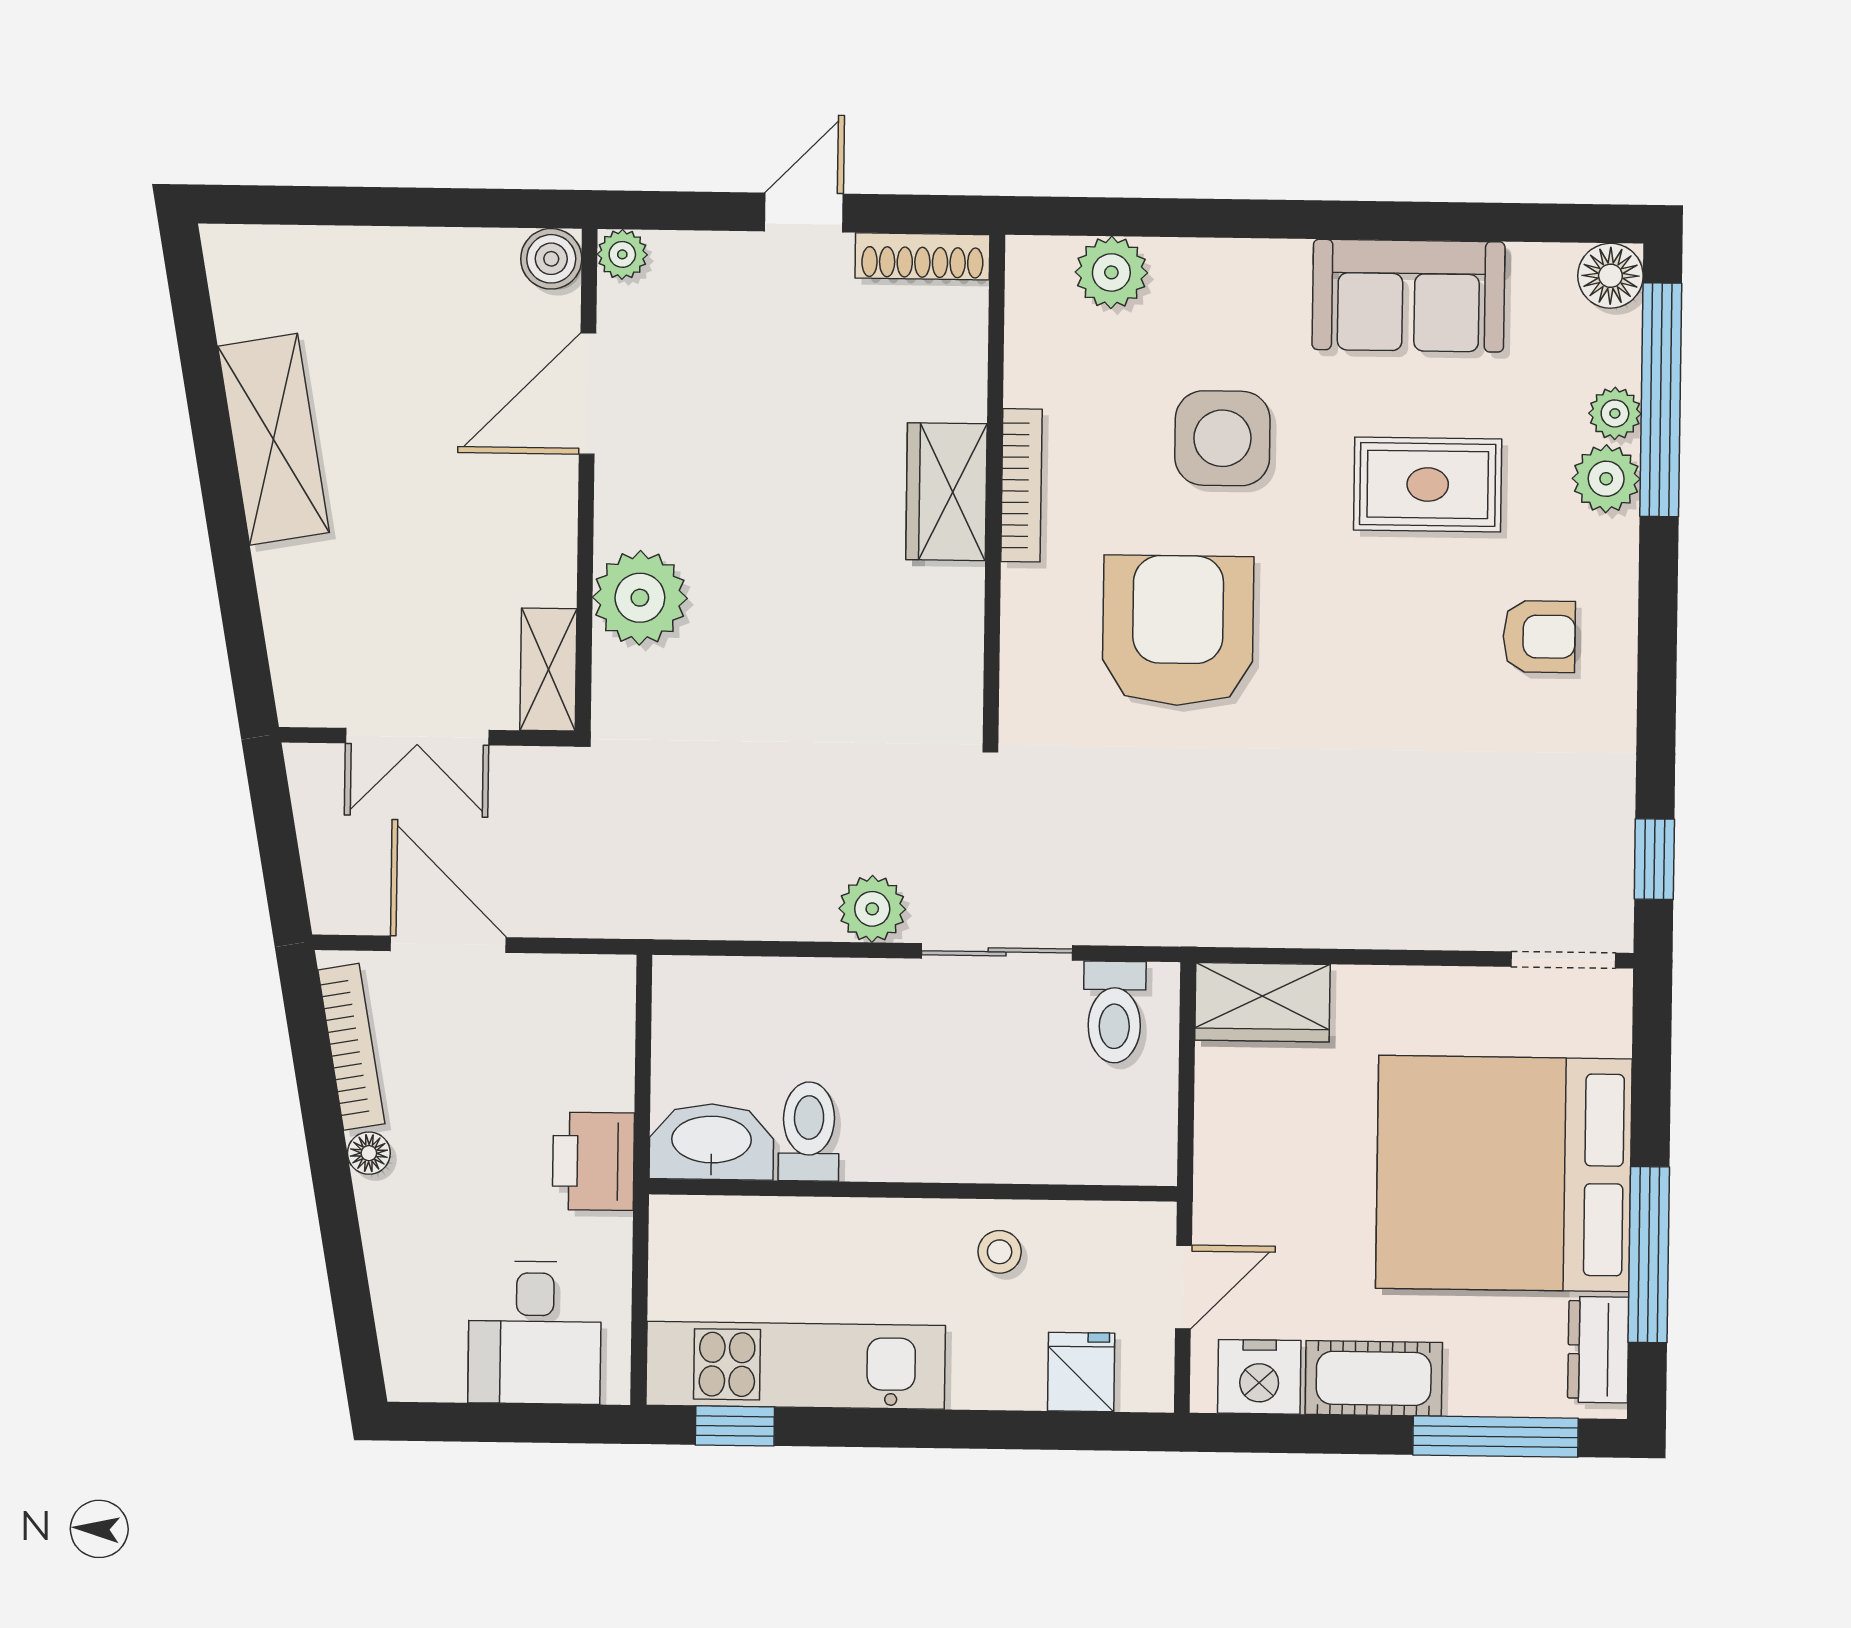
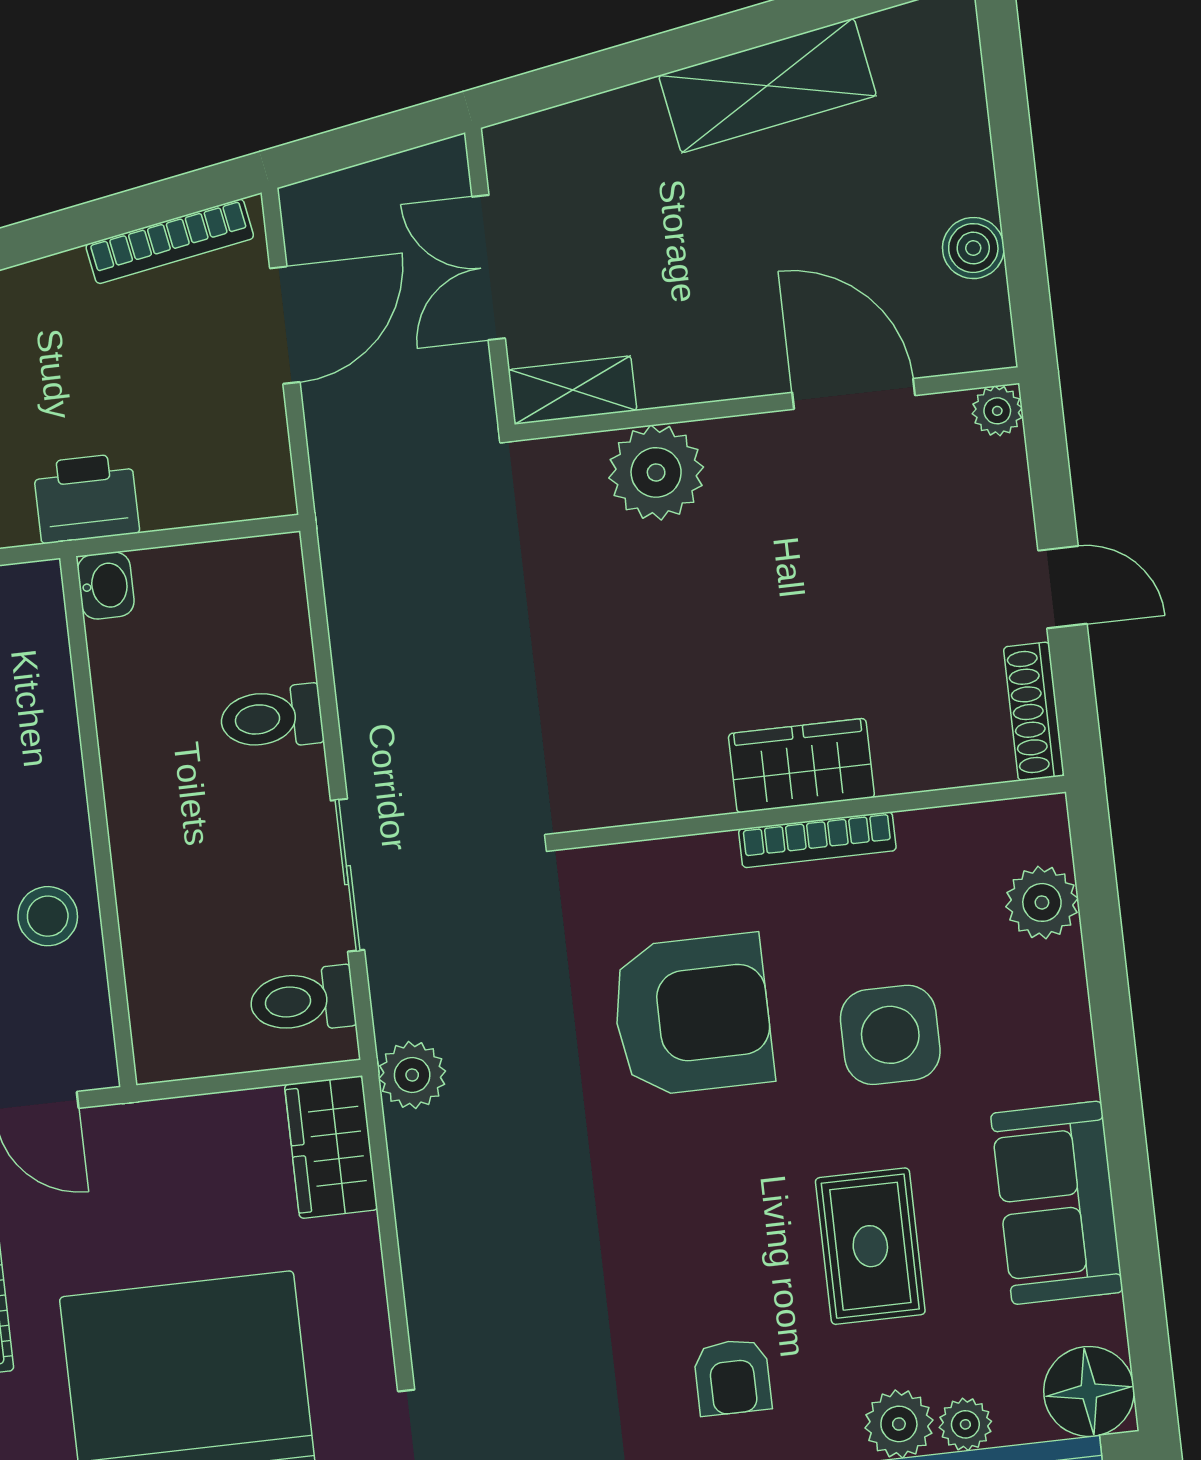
boiler: (551, 259) -> (973, 248), moved
floor lamp: (1610, 276) -> (1089, 1391), width x1.38, depth x1.38
plant: (872, 909) -> (412, 1075), moved
toilet: (809, 1131) -> (271, 718), moved, turned 180
washbasin: (711, 1142) -> (106, 586), width x0.52, depth x0.69
floor lamp: (369, 1153) -> (66, 273), removed
stool: (1000, 1252) -> (48, 916), width x1.37, depth x1.37

